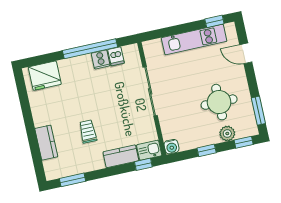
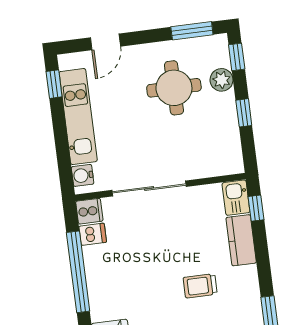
cooker: (101, 59) -> (89, 211), moved
water cooler: (172, 147) -> (83, 175), moved, turned 180

